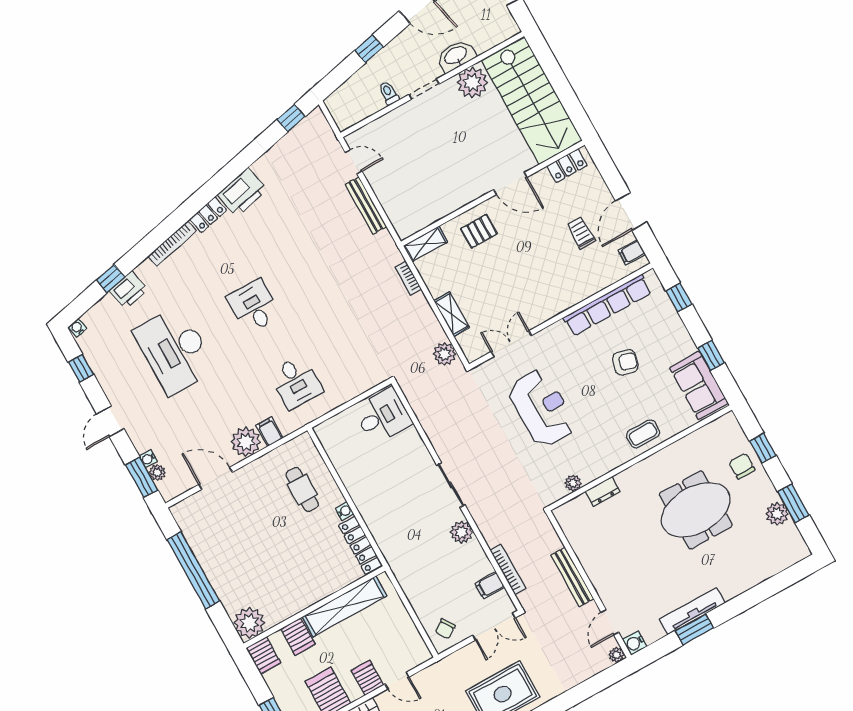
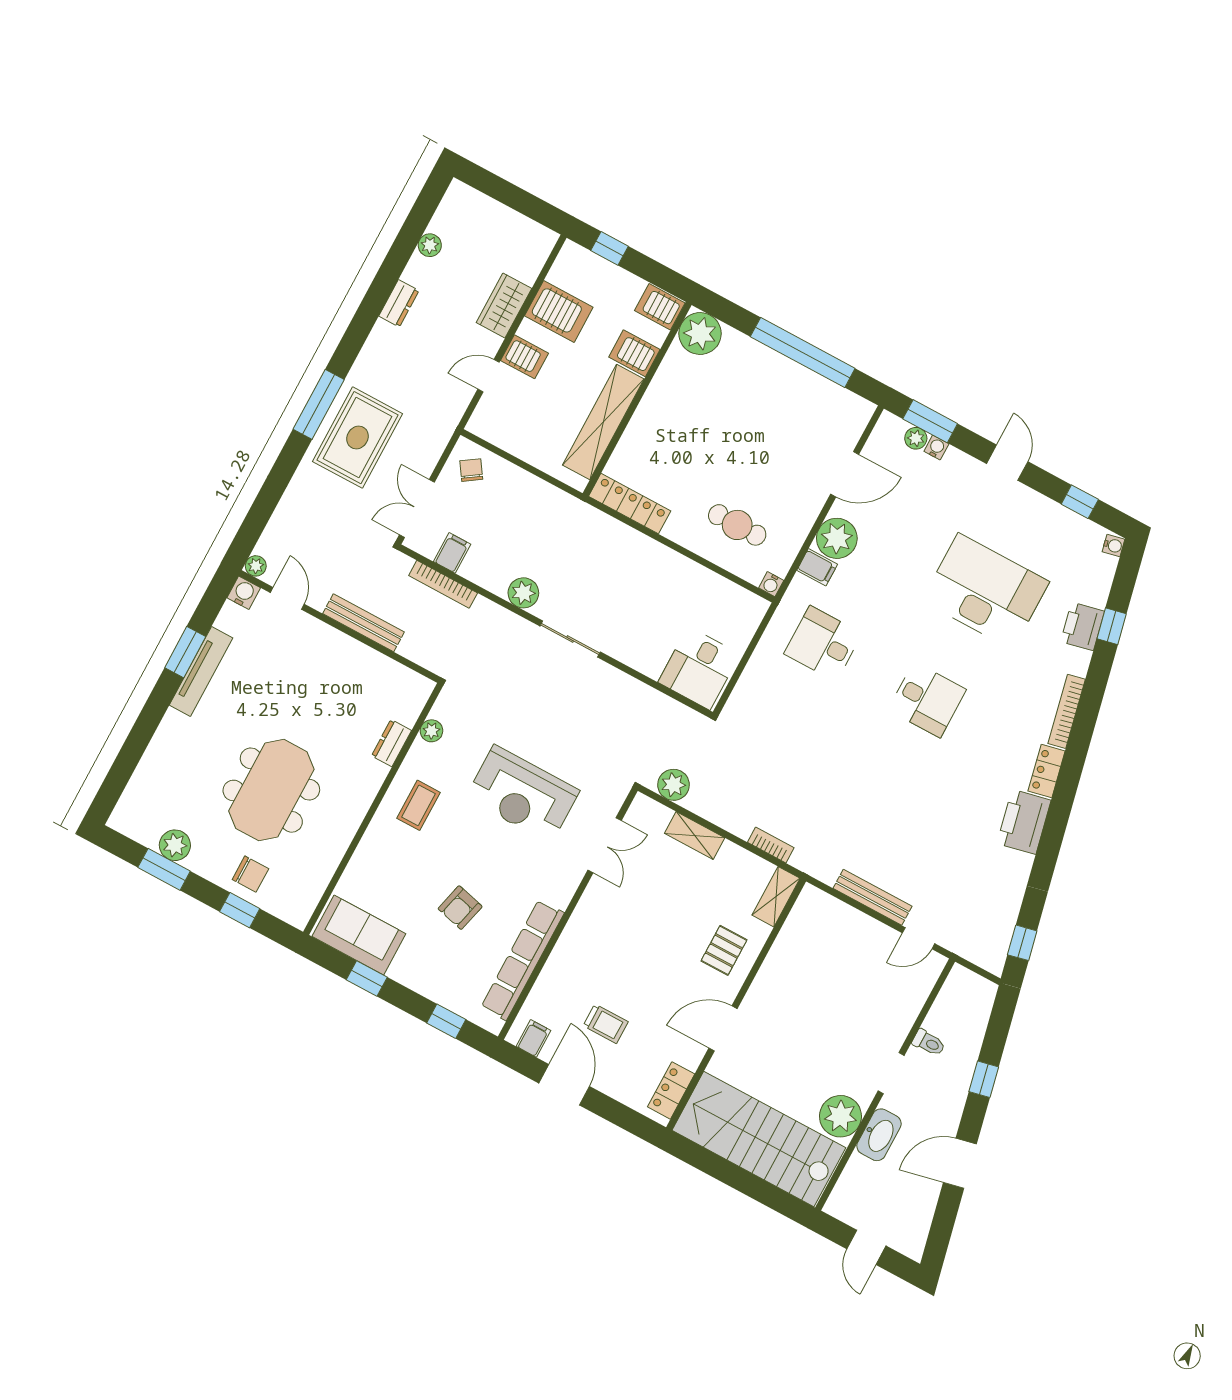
coffee table: (643, 434) -> (418, 805), moved
water cooler: (344, 511) -> (771, 584), moved

